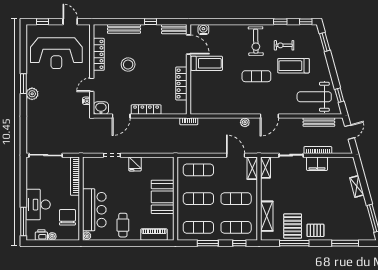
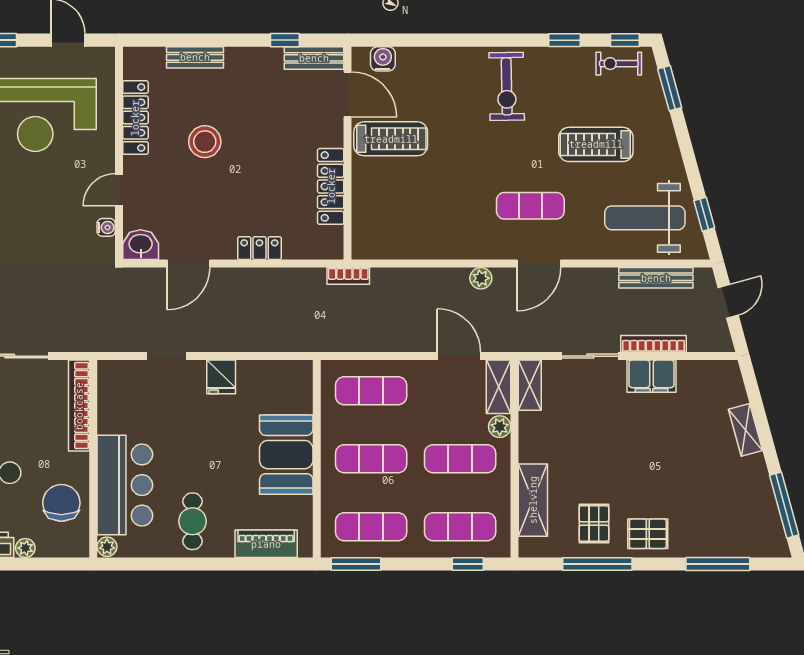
window: (151, 22) -> (285, 40), moved
bench: (124, 29) -> (195, 57), width x0.73
exercise bike: (284, 45) -> (619, 64), moved
exercise mat: (256, 76) -> (530, 206), moved
locker: (146, 110) -> (259, 248), width x0.66
plant: (253, 185) -> (500, 427), added
pallet: (293, 226) -> (594, 524), width x0.67, depth x0.71
window: (208, 243) -> (356, 564), moved

